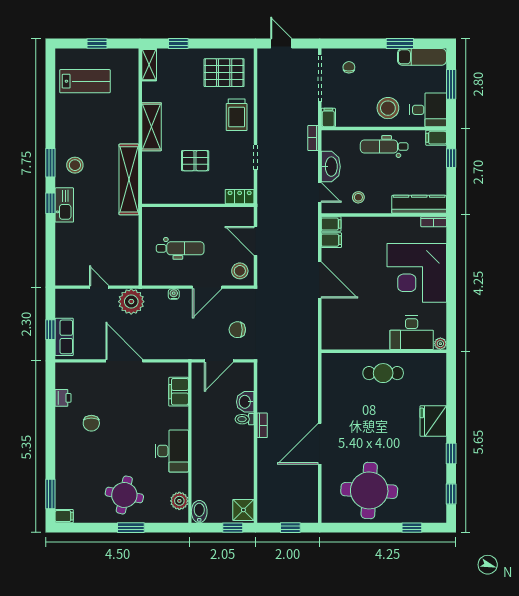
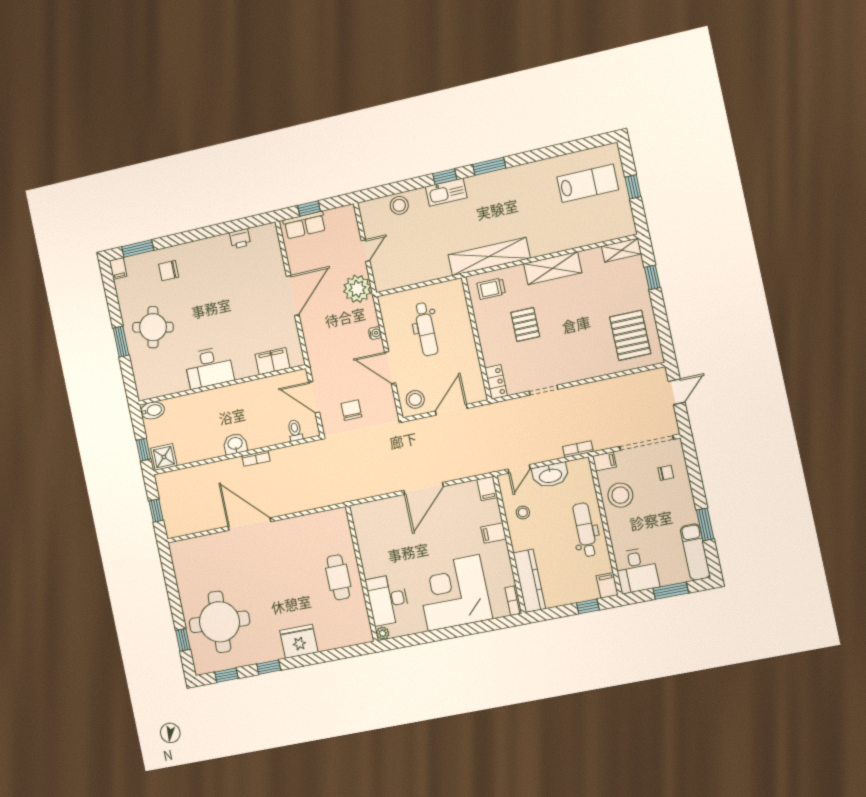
lab bench: (85, 81) -> (588, 183), turned -90
stool: (388, 108) -> (620, 495), moved
trolley: (237, 115) -> (491, 289), moved, width x0.73, depth x0.72
stool: (75, 165) -> (399, 205), moved
filing cabinet: (331, 240) -> (494, 533), moved, turned 90
washbasin: (245, 402) -> (235, 444), moved
toilet: (245, 419) -> (295, 430), moved
chair: (91, 423) -> (169, 271), moved
round table: (369, 490) -> (219, 622), moved
plant: (179, 501) -> (159, 387), removed

